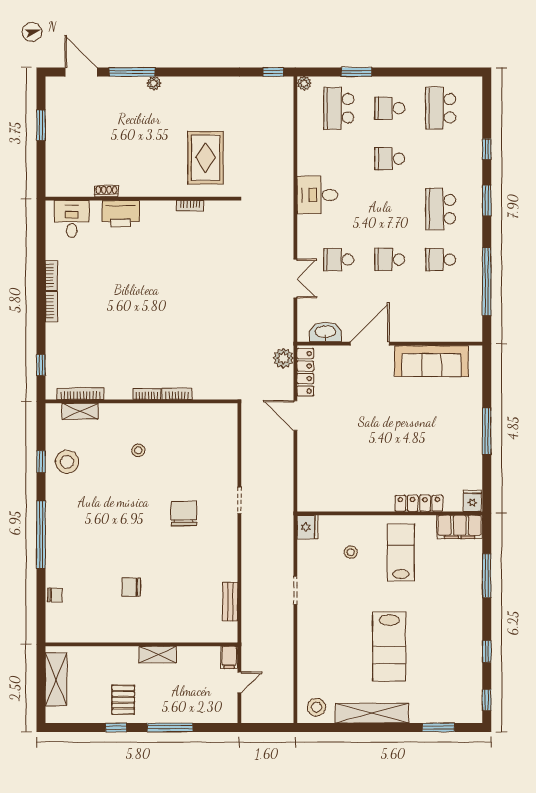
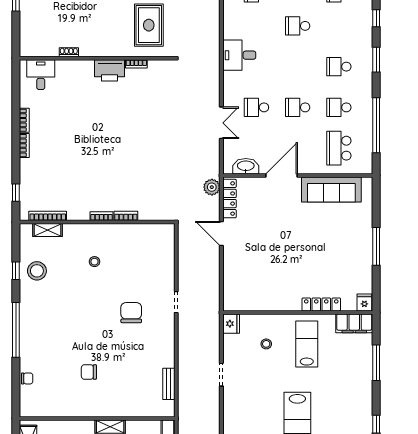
school desk: (441, 209) -> (339, 67), width x0.54
printer: (121, 214) -> (110, 70), moved
school desk: (441, 310) -> (339, 148), added

